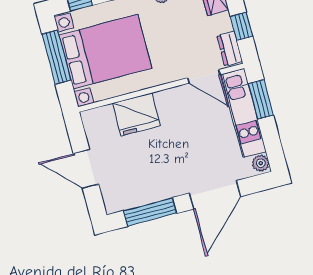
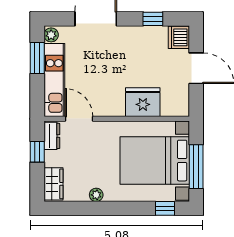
window: (261, 99) -> (37, 58), moved
dishwasher: (115, 199) -> (179, 37), added
window: (150, 212) -> (153, 19), width x0.46

